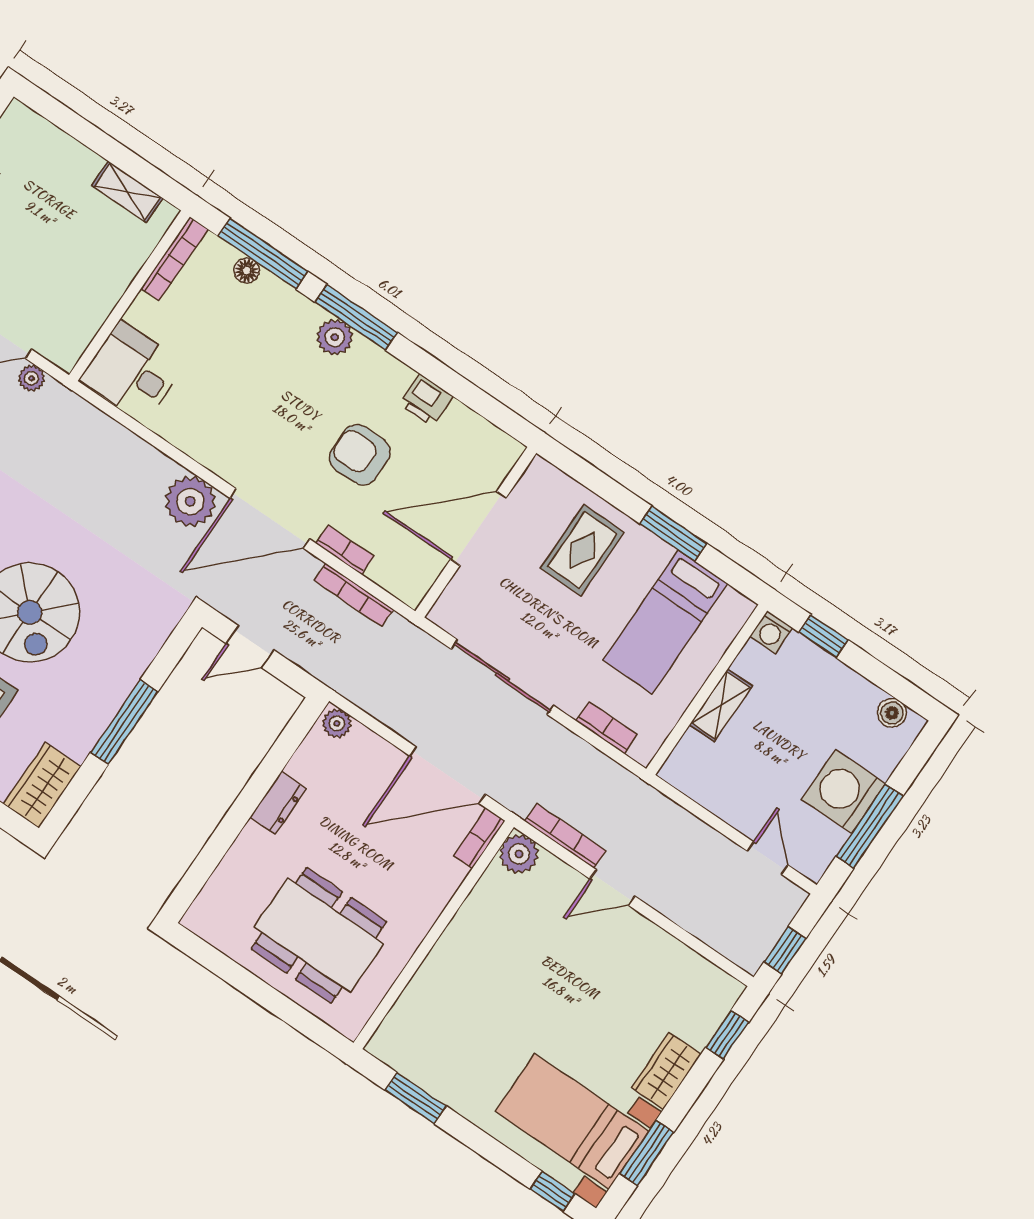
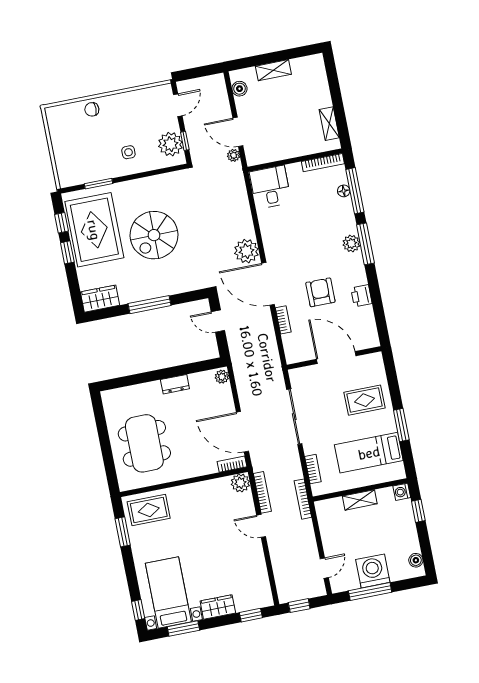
bookcase: (354, 595) -> (303, 499), moved
rug: (423, 1028) -> (149, 510), added

